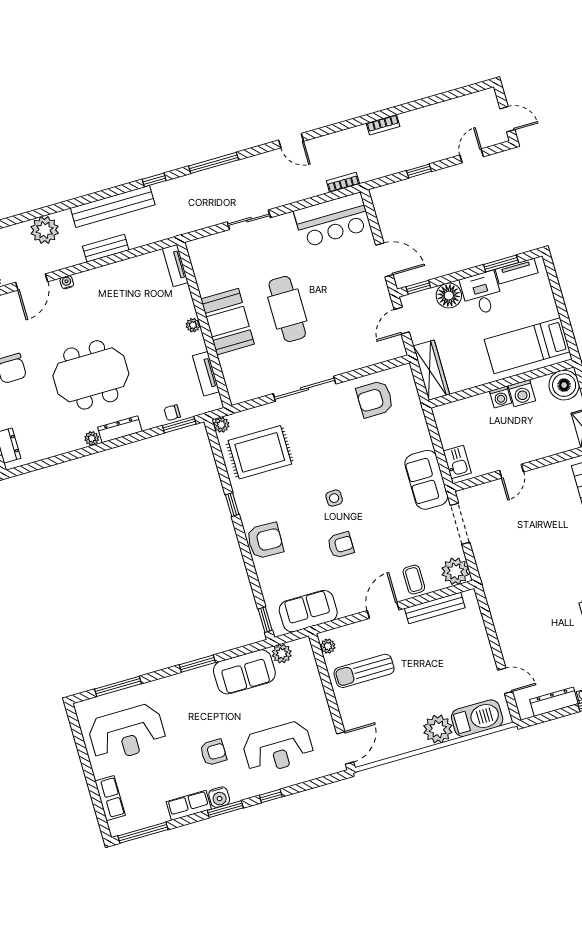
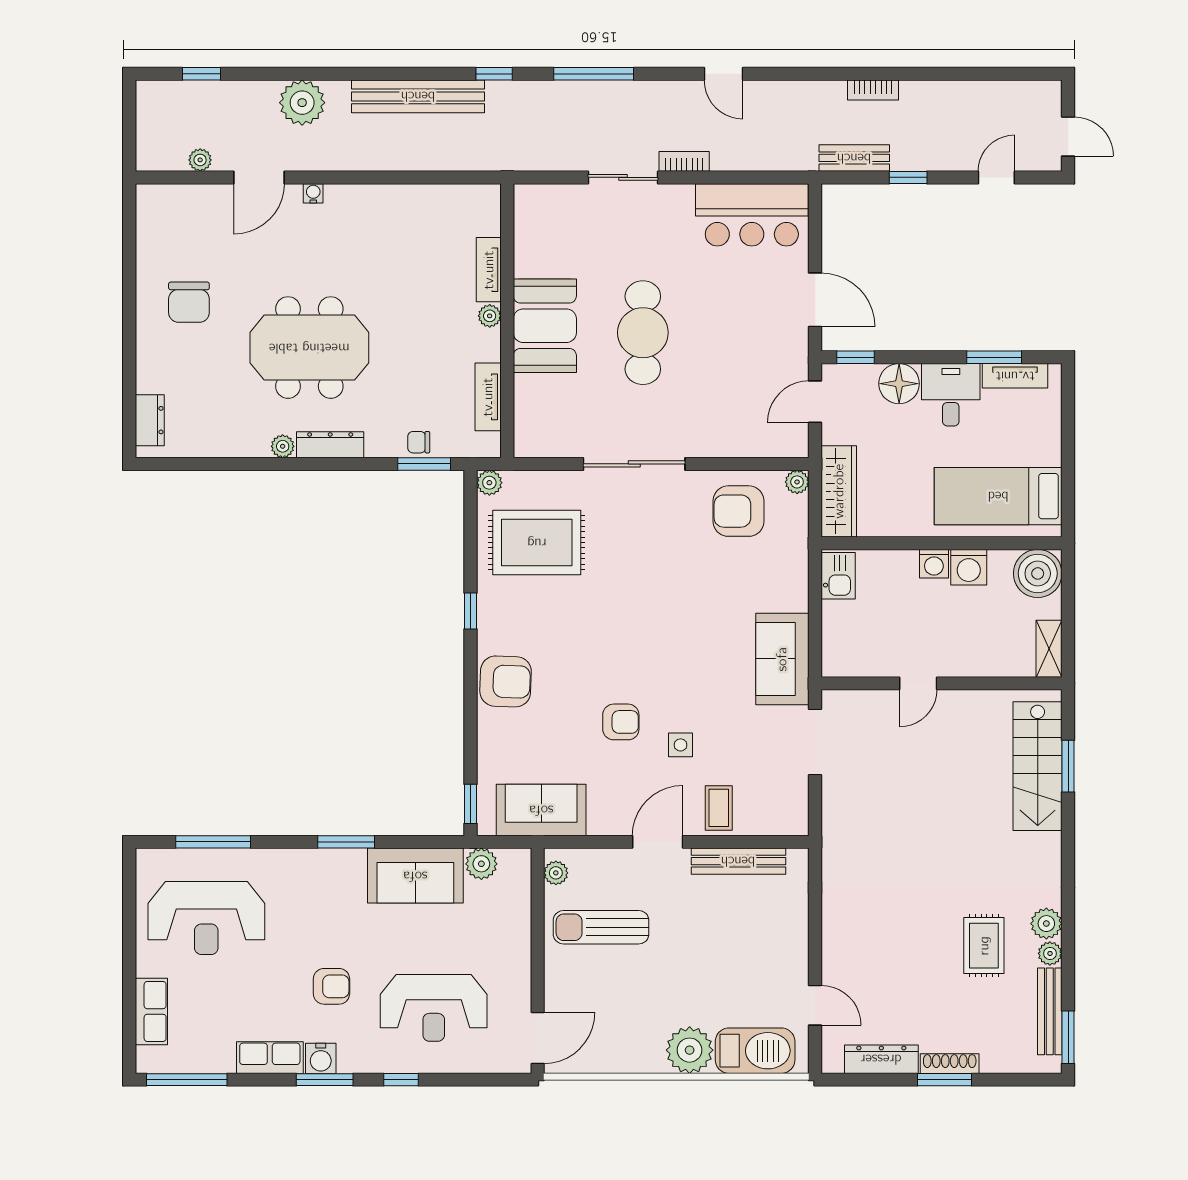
bookcase: (343, 182) -> (684, 161), moved
bench: (106, 248) -> (854, 158), moved
tv unit: (175, 266) -> (489, 270), moved
kitchen sink: (457, 462) -> (838, 576), moved
side table: (334, 498) -> (681, 745), moved
plant: (455, 571) -> (797, 482), moved, width x0.53, depth x0.53

